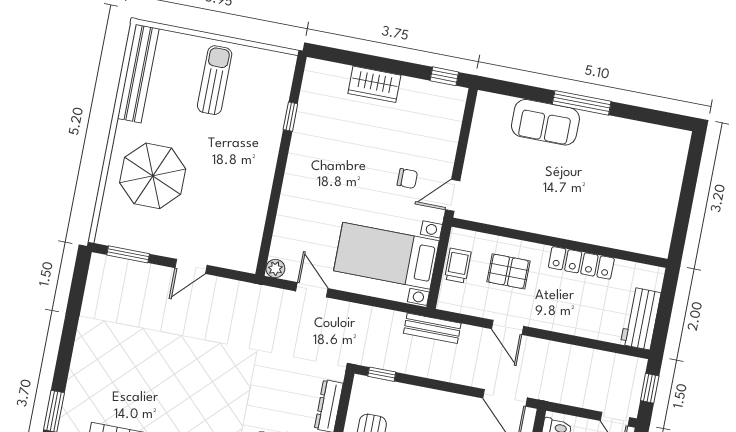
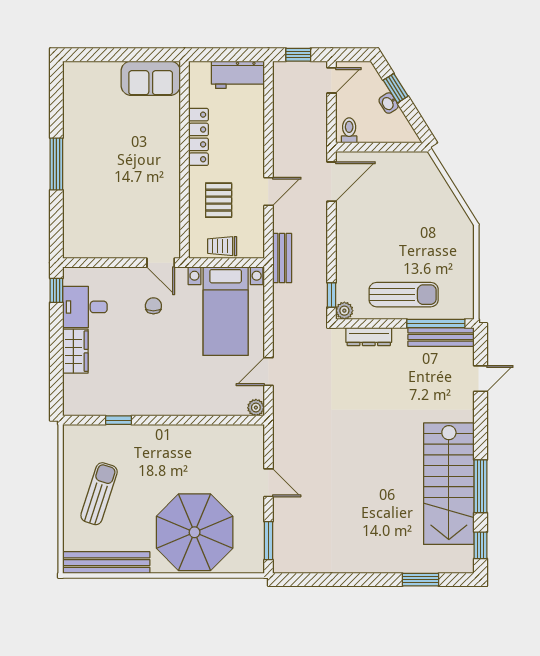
sun lounger: (215, 80) -> (99, 494), turned 108
desk: (420, 104) -> (85, 307), added
sofa: (545, 122) -> (151, 78), moved, turned 90
parasol: (153, 176) -> (195, 532), width x1.36, depth x1.36
plant: (362, 385) -> (344, 311), added

